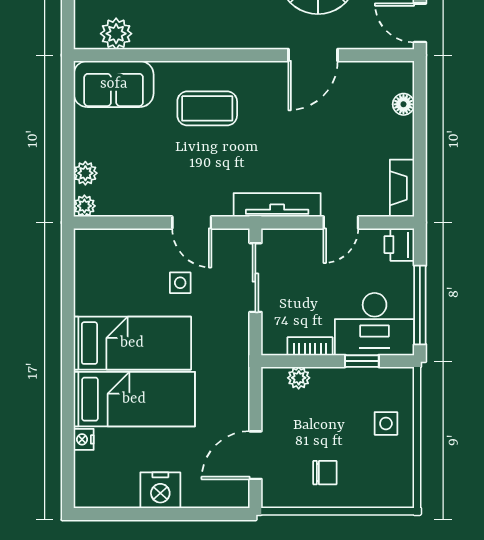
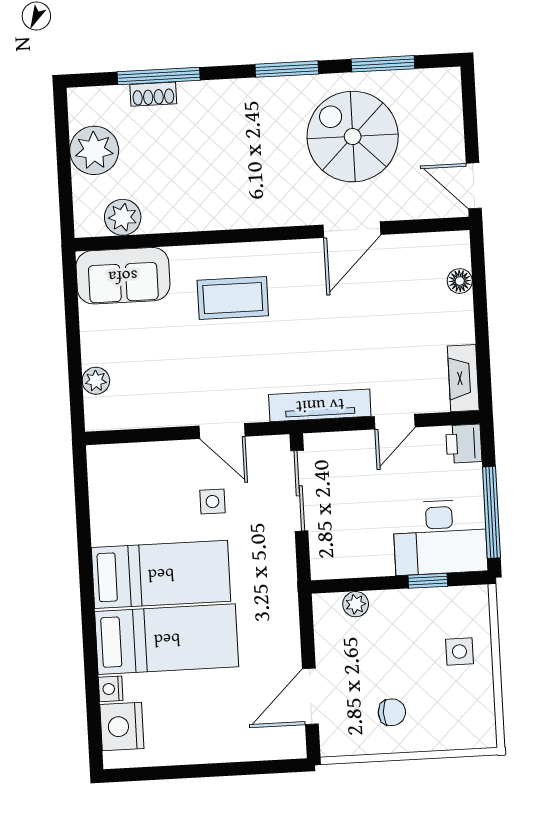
plant: (84, 206) -> (97, 419), removed
bookcase: (310, 346) -> (367, 567), removed
nightstand: (160, 490) -> (122, 726), moved, turned 90

